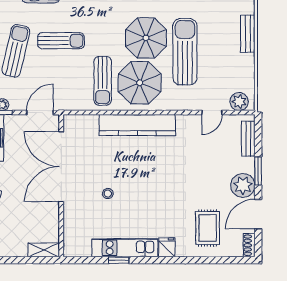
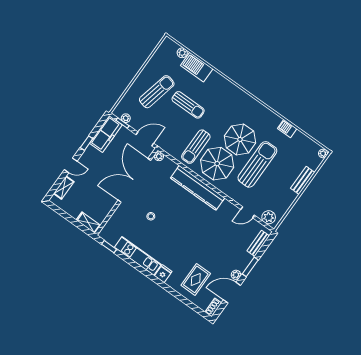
plant: (69, 121) -> (159, 156), added
plant: (243, 185) -> (236, 275), width x0.53, depth x0.53
window: (119, 260) -> (109, 247), moved

